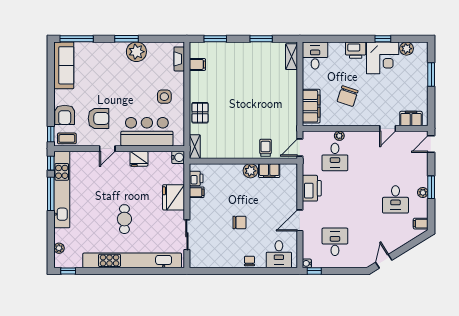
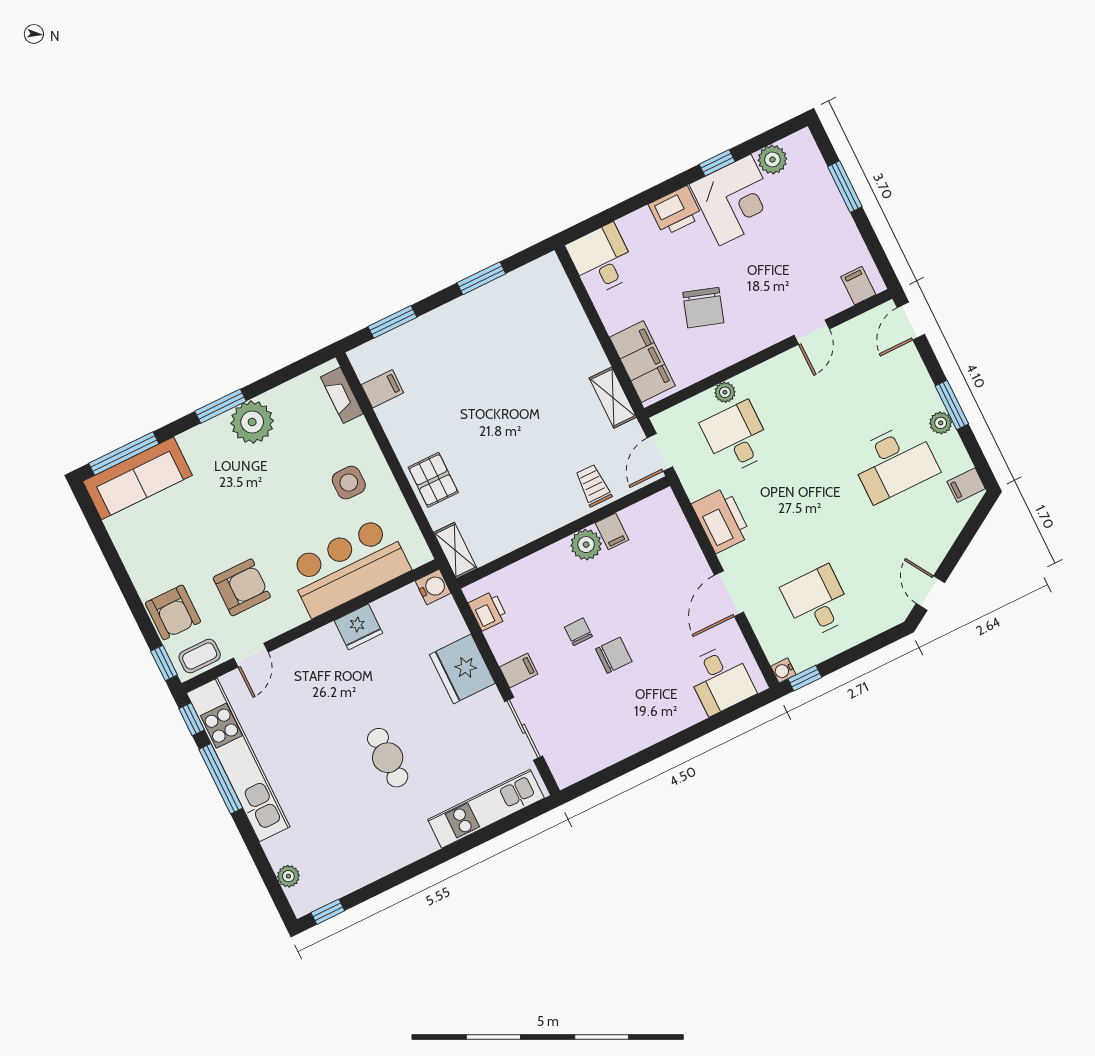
shelving: (292, 57) -> (613, 398), moved
sofa: (64, 65) -> (138, 478), moved, turned 90
filing cabinet: (411, 119) -> (858, 286), width x0.50
door: (107, 149) -> (251, 655), moved
desk: (335, 157) -> (737, 438), turned 180
filing cabinet: (269, 171) -> (612, 531), width x0.50
filing cabinet: (197, 192) -> (519, 671), moved
desk: (395, 199) -> (894, 462), width x1.37
kitchen unit: (132, 260) -> (486, 809), width x0.54
chair: (249, 261) -> (578, 632), moved

